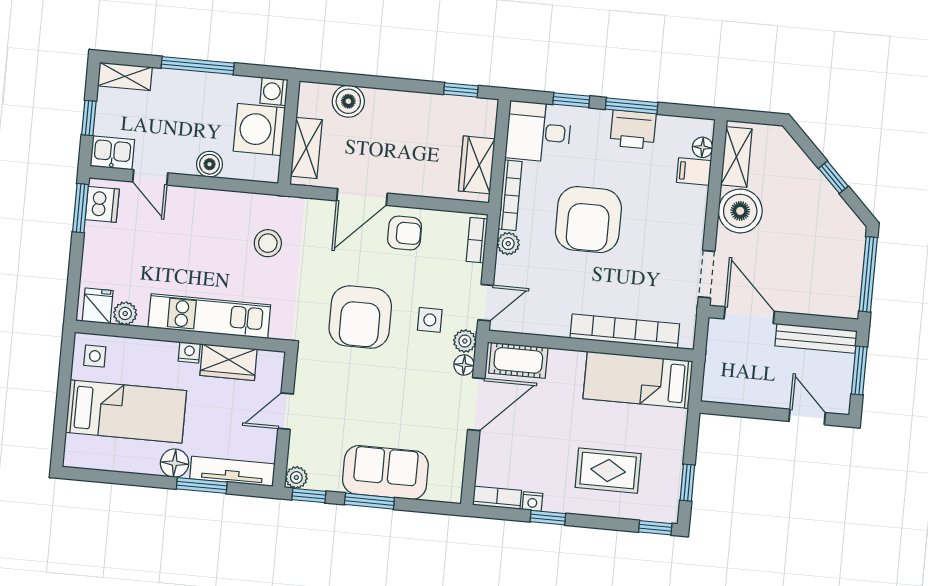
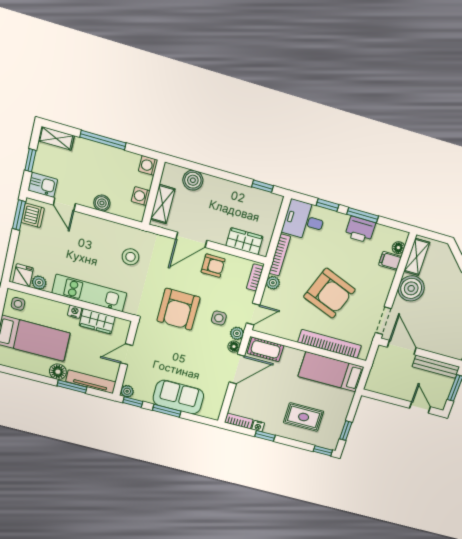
washing machine: (259, 129) -> (141, 196), width x0.53, depth x0.53
wardrobe: (477, 165) -> (244, 241), moved, turned 90
armchair: (588, 220) -> (329, 293), moved, turned -69

